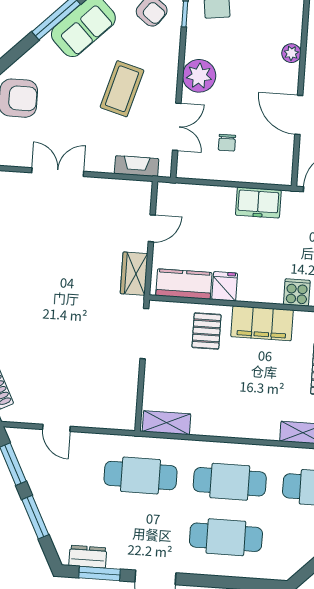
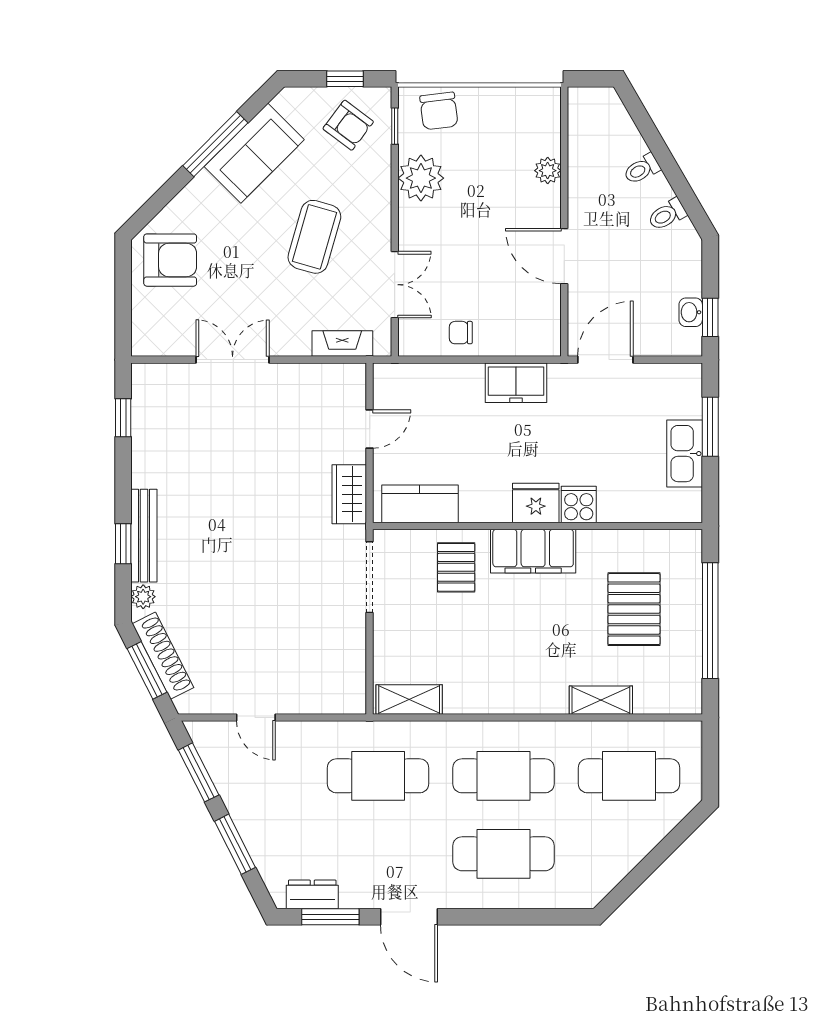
plant: (199, 76) -> (421, 178), moved
chair: (227, 143) -> (461, 333), moved, turned 90
fridge: (225, 286) -> (536, 503), moved, width x1.38

